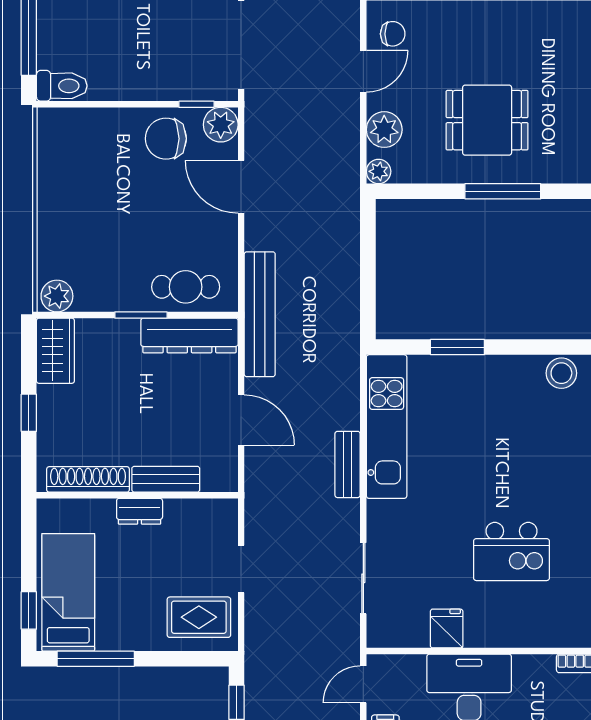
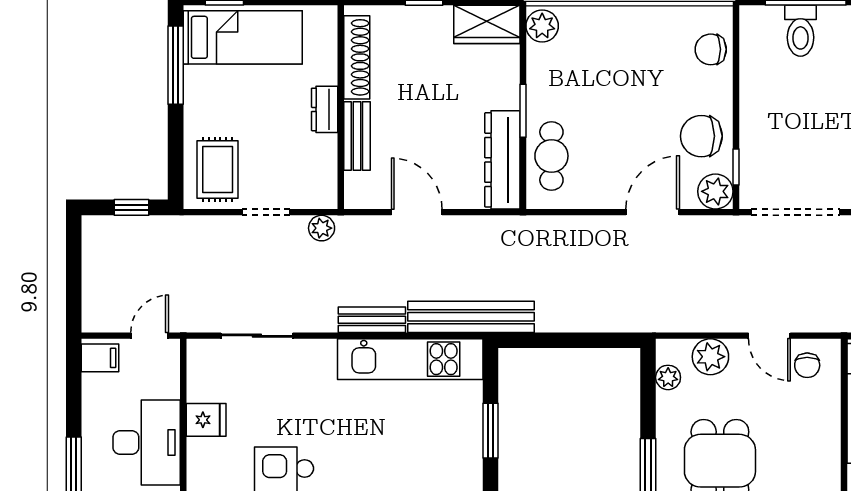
toilet: (62, 86) -> (801, 31), moved
chair: (80, 129) -> (711, 49), added
chair: (166, 139) -> (701, 136), turned -90
plant: (379, 171) -> (668, 377), moved
bench: (260, 314) -> (471, 317), moved
door: (241, 420) -> (417, 212), swing flipped
plant: (257, 514) -> (322, 228), added
door: (363, 684) -> (150, 336), hinge flipped

